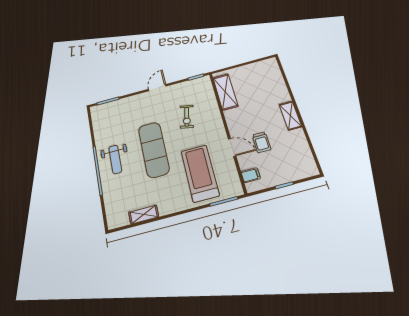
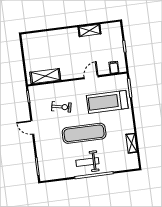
shelving: (290, 116) -> (89, 30), moved
trolley: (261, 142) -> (91, 56), removed
weight bench: (115, 159) -> (87, 162), turned 180

